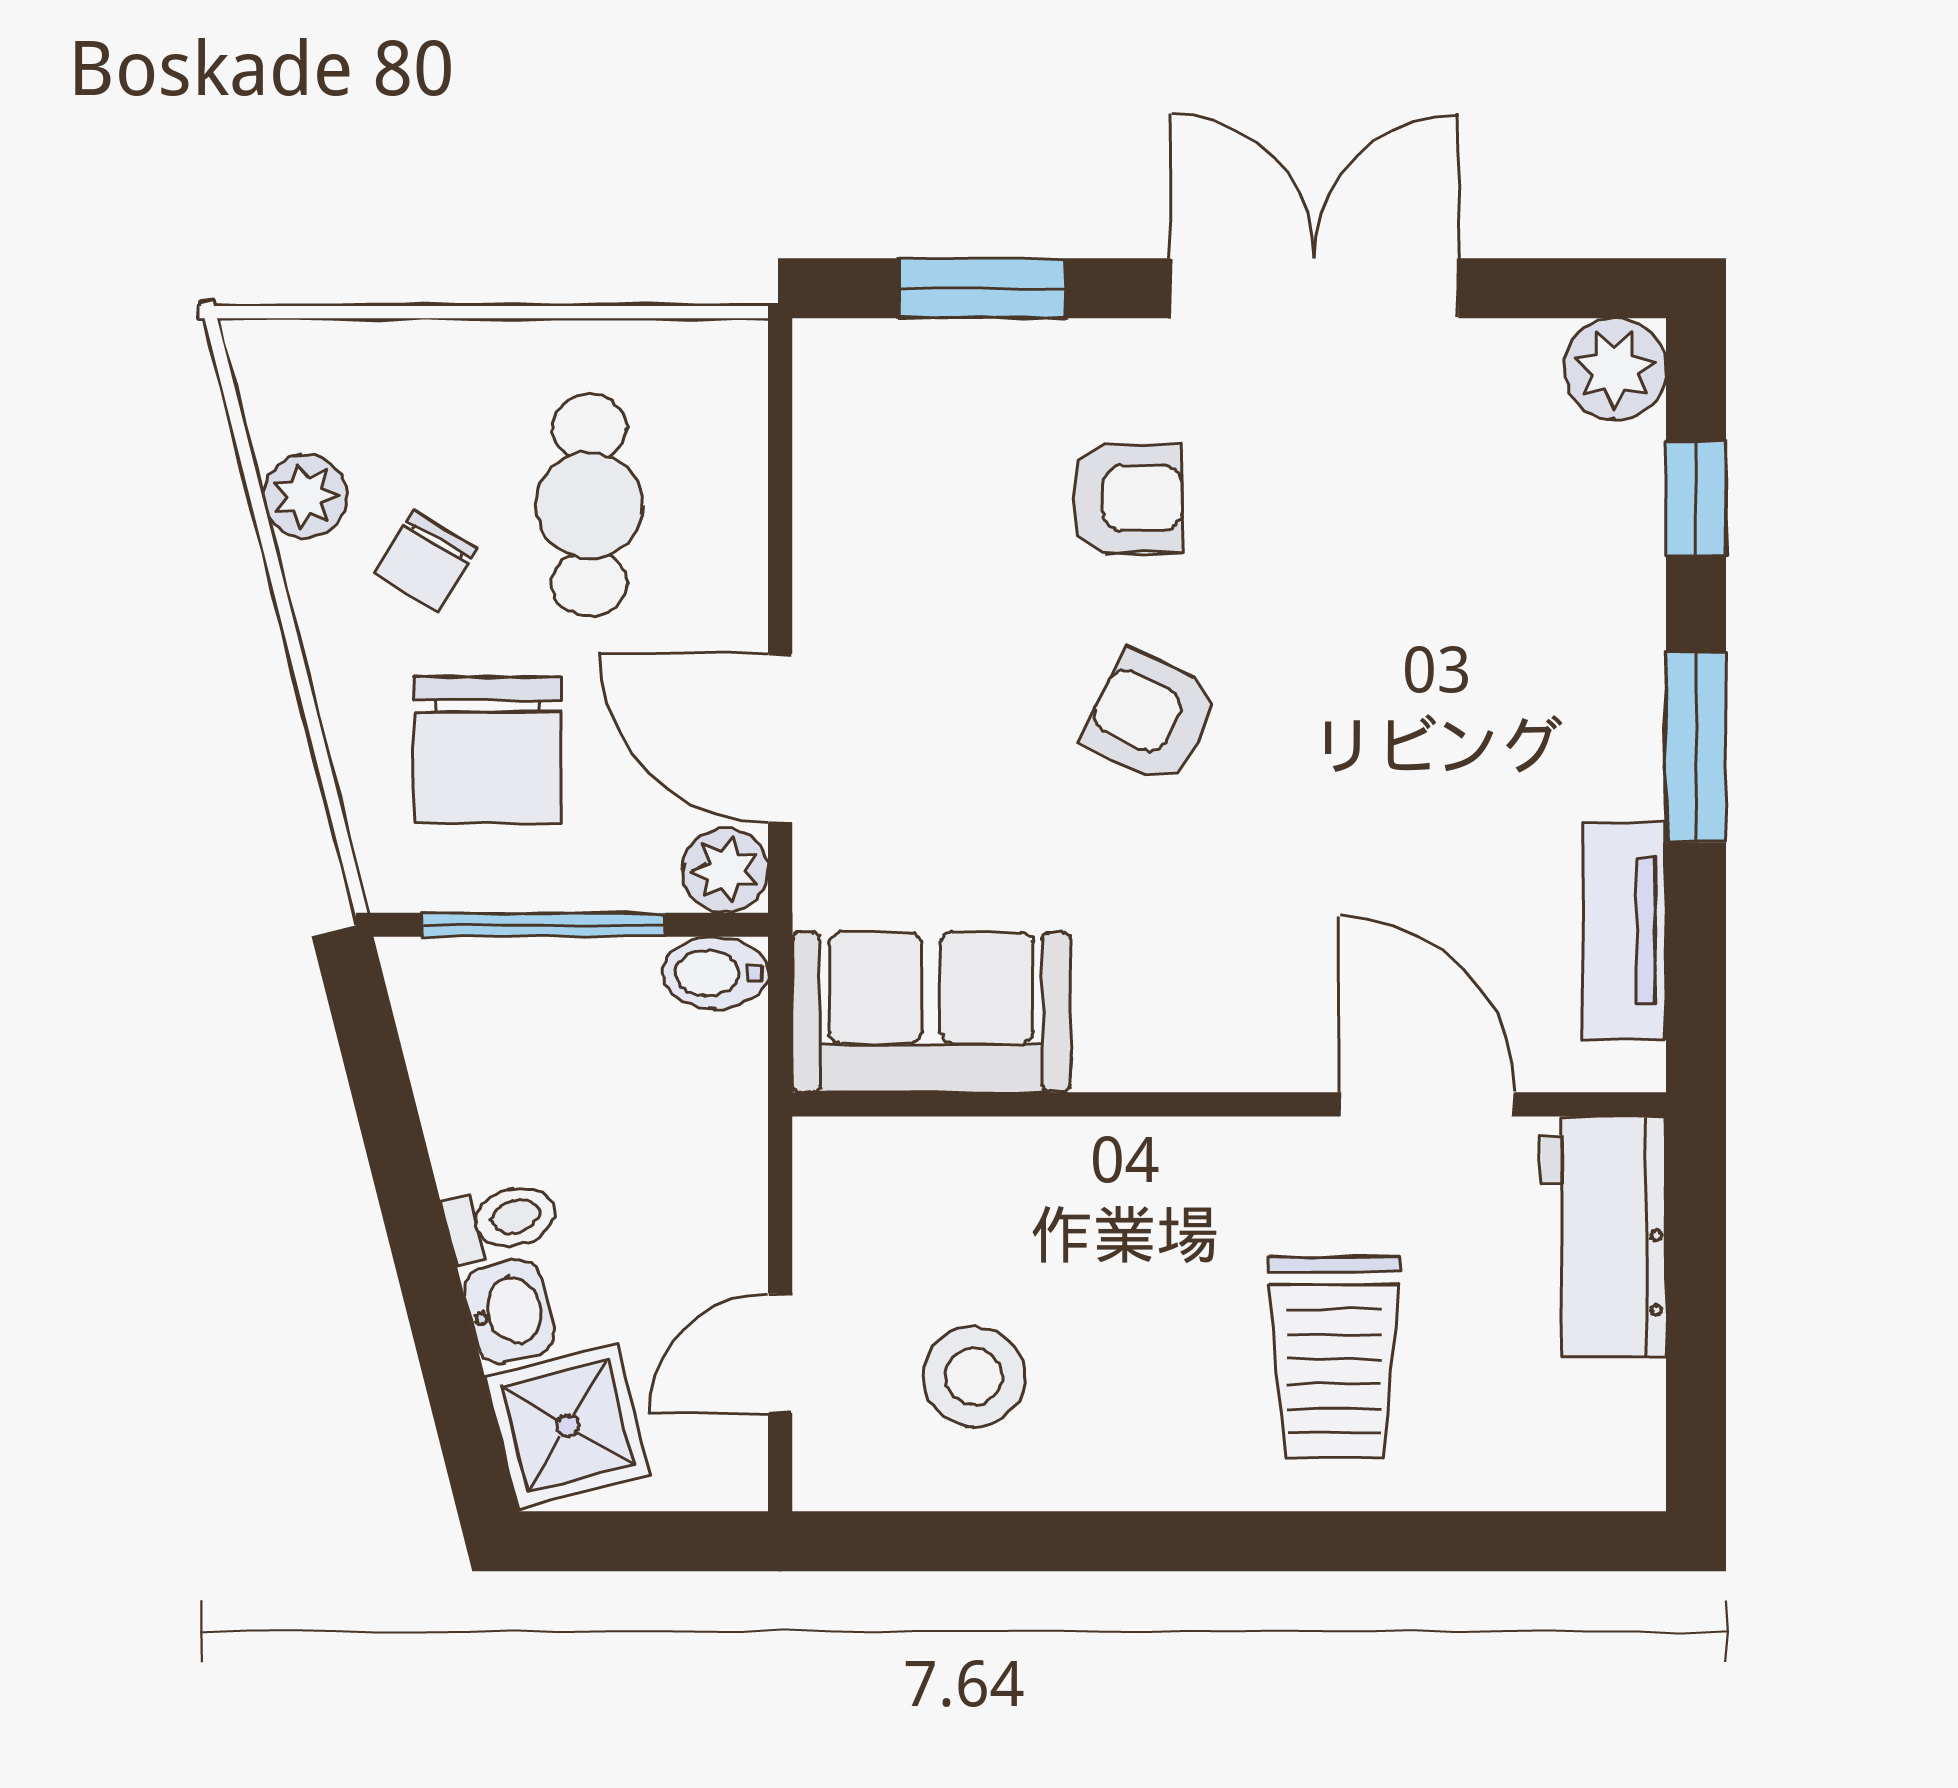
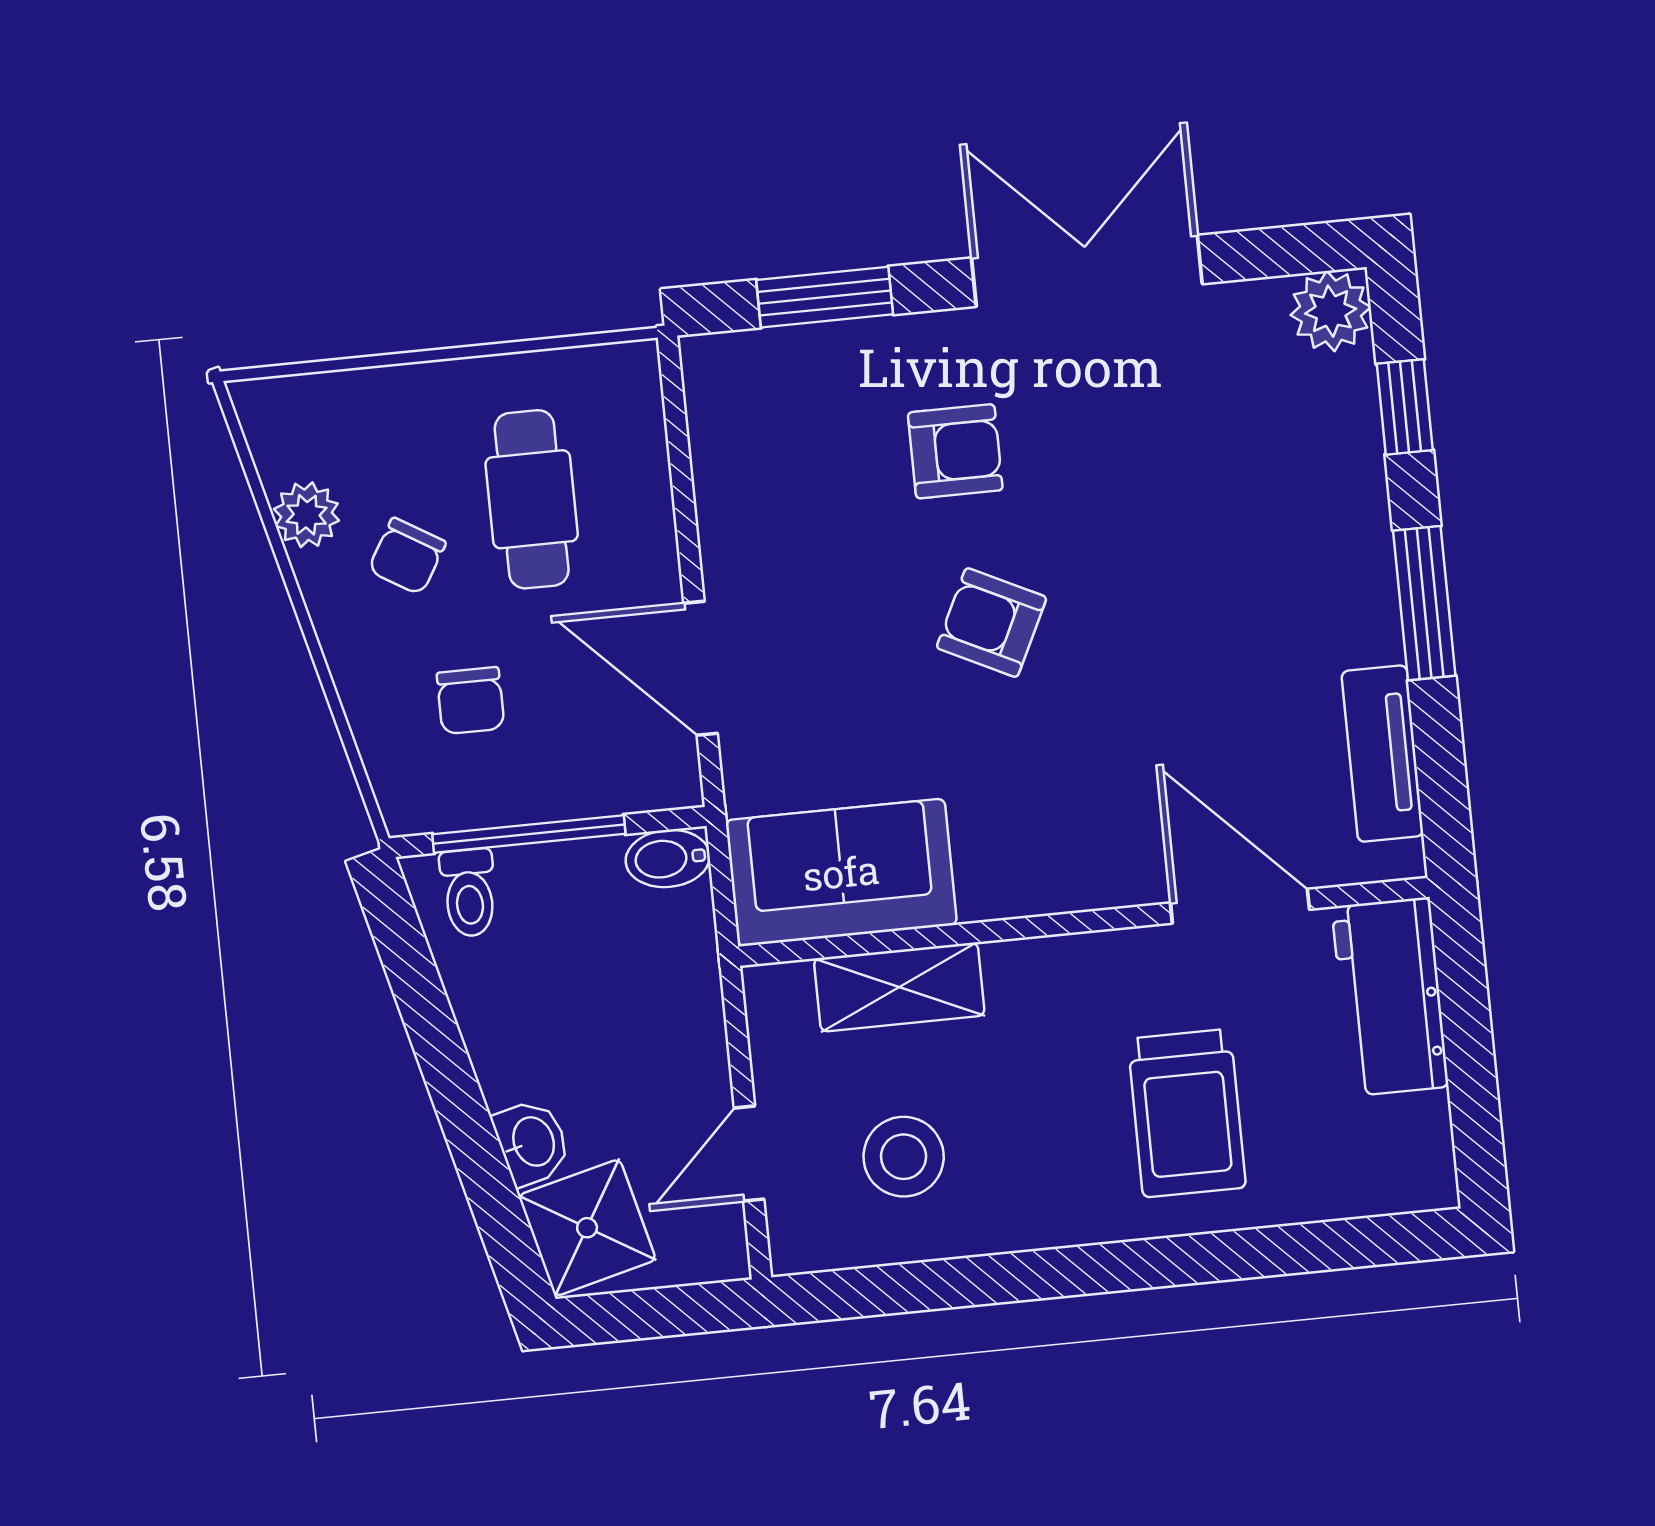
chair: (487, 750) -> (470, 701), width x0.54, depth x0.54
plant: (725, 870) -> (668, 777), removed
shelving: (989, 1163) -> (899, 987), added
toilet: (501, 1221) -> (469, 893), moved, turned 104

